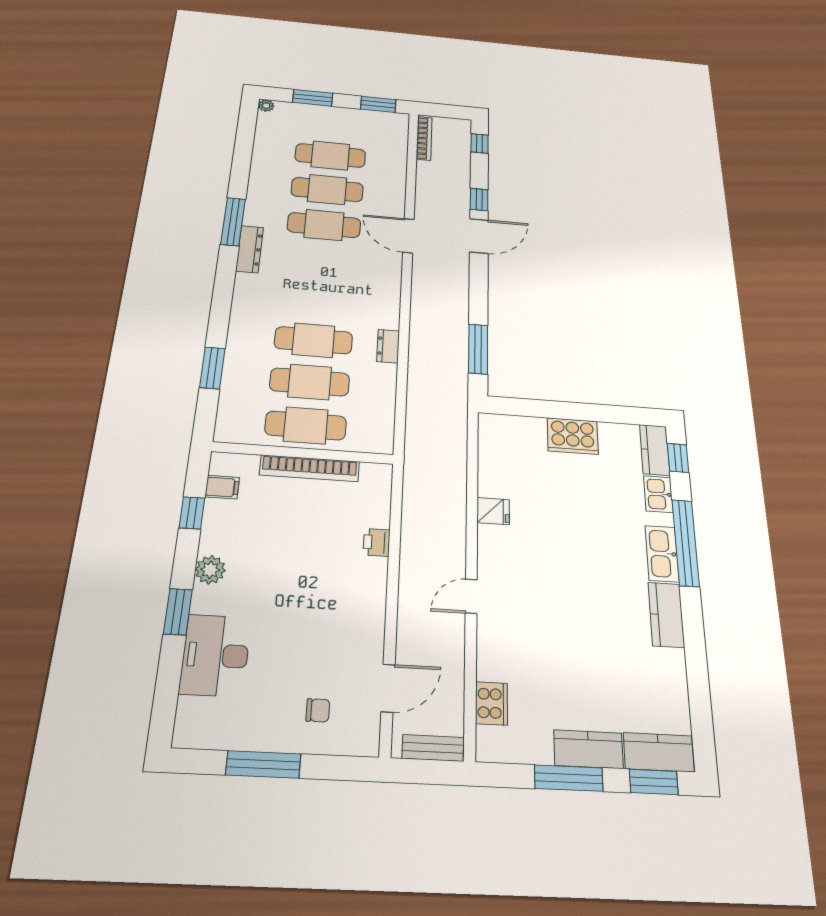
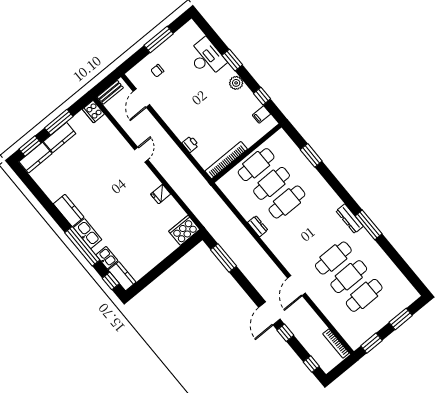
plant: (266, 106) -> (415, 295), removed
door: (408, 236) -> (297, 286), swing flipped
cooker: (573, 436) -> (184, 230), moved
bookcase: (310, 468) -> (226, 160), moved
cooker: (491, 703) -> (93, 112), moved

